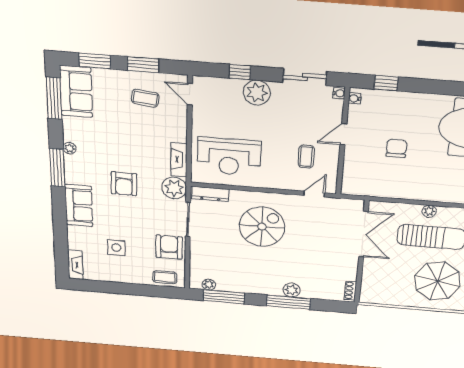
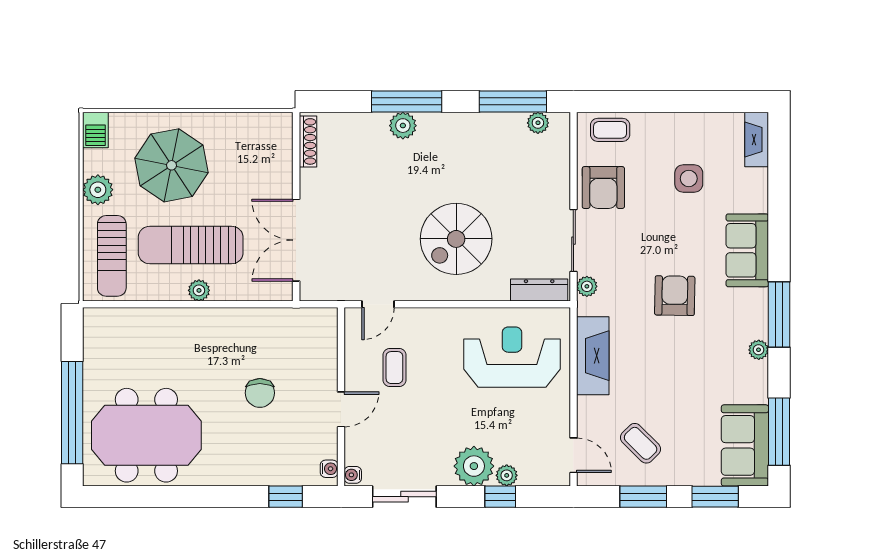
plant: (235, 85) -> (507, 475), added
coffee table: (145, 98) -> (641, 443), turned 38
fireplace: (179, 160) -> (593, 356), width x1.37, depth x1.32
plant: (174, 188) -> (587, 286), width x0.53, depth x0.53
shoe rack: (350, 291) -> (308, 141), width x1.43

